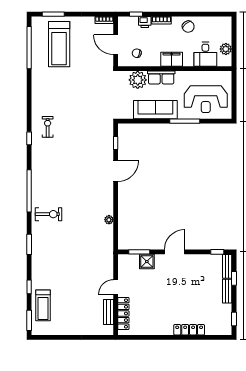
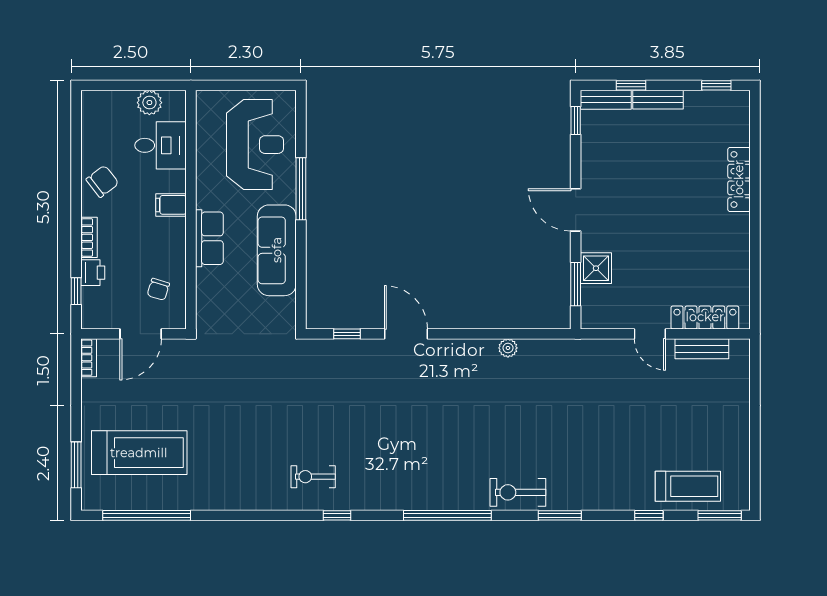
filing cabinet: (172, 59) -> (171, 205), width x0.50
plant: (138, 80) -> (214, 287), removed
exercise bike: (48, 214) -> (518, 492), moved, turned -90

